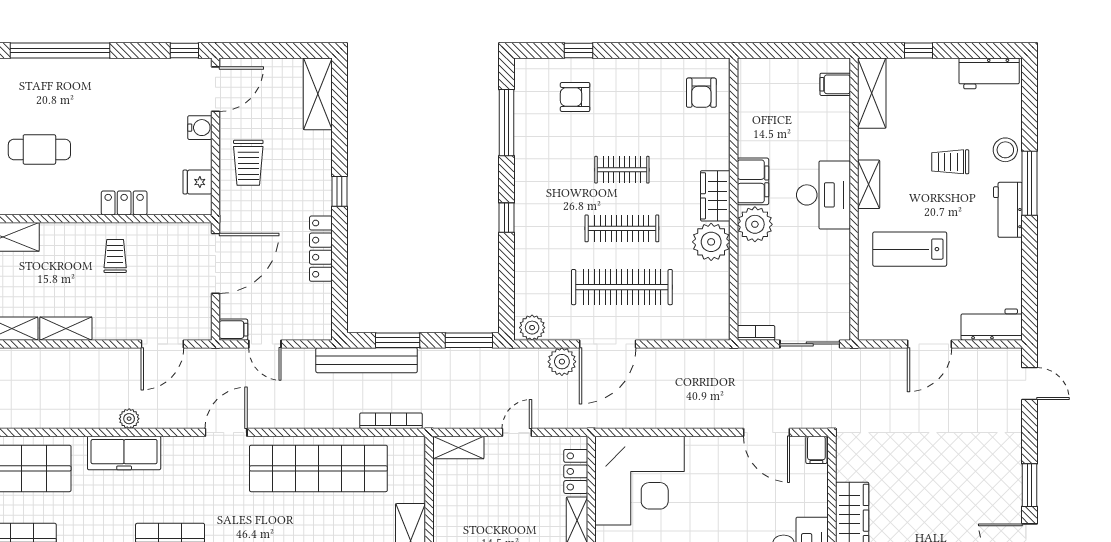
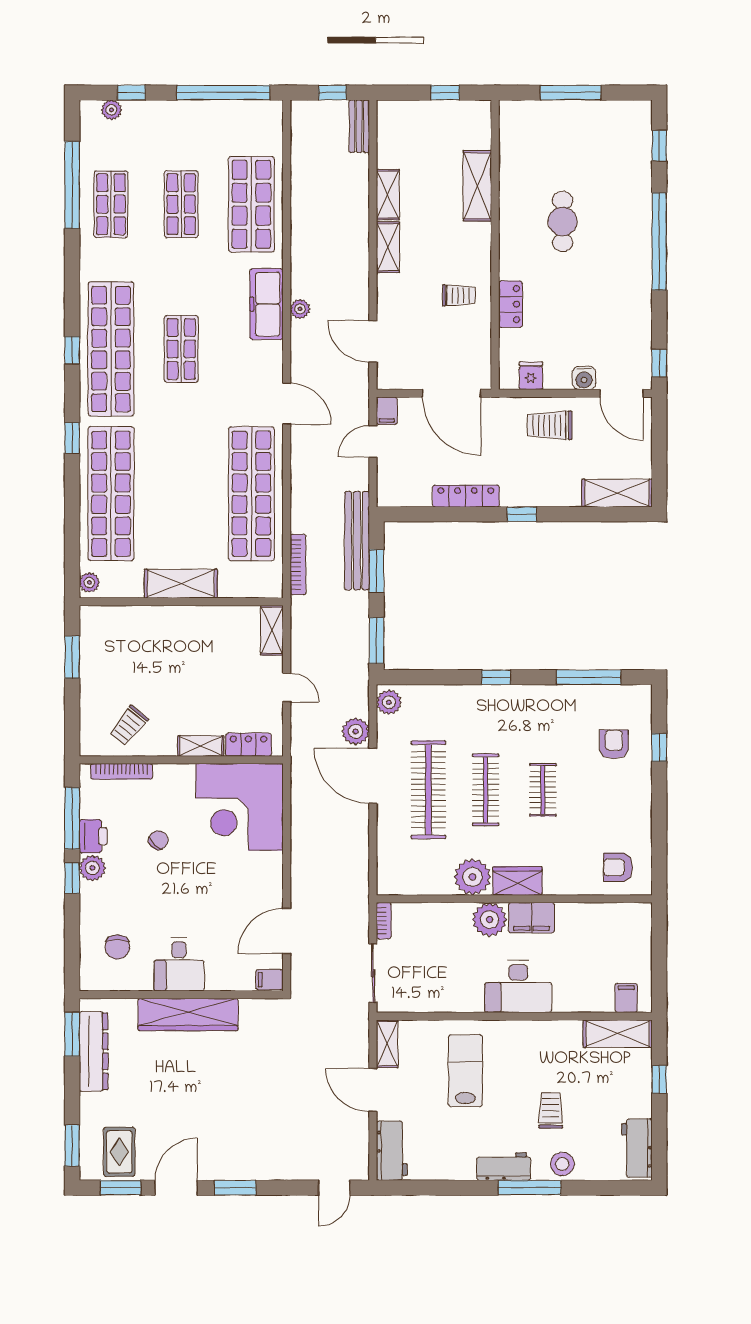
shelving: (869, 184) -> (387, 1044), moved, turned 90

